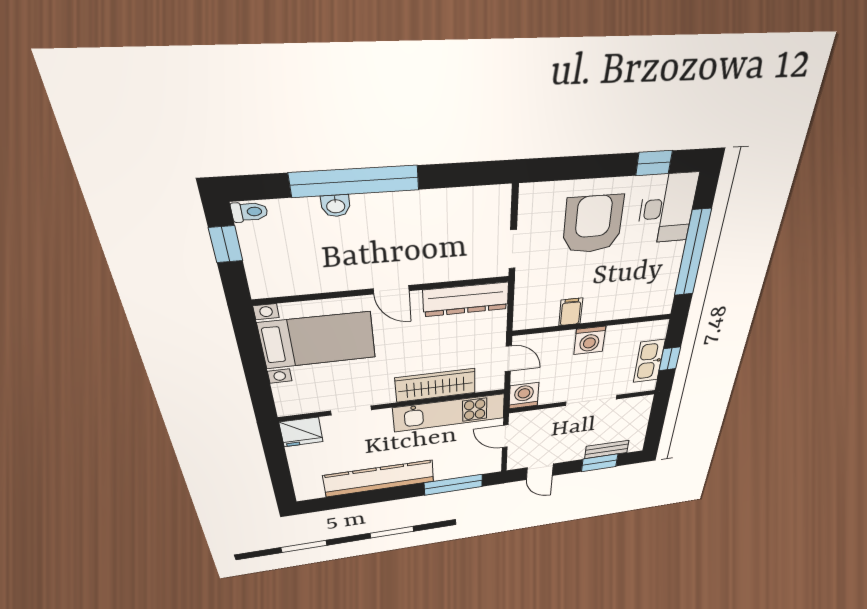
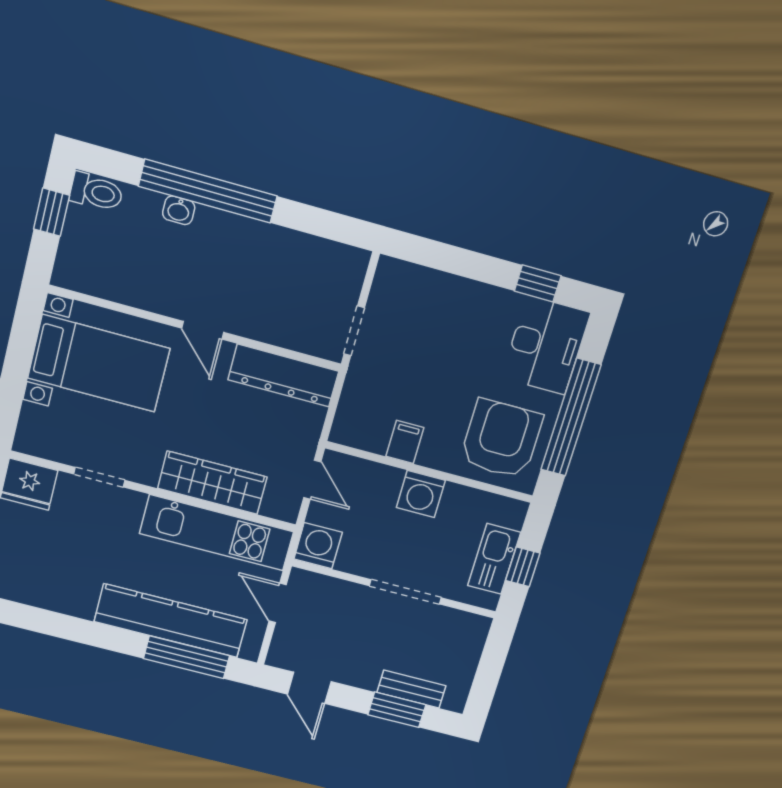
toilet: (250, 212) -> (96, 192), width x1.37, depth x1.39
armchair: (593, 224) -> (501, 439), moved
kitchen counter: (379, 478) -> (171, 621), moved

